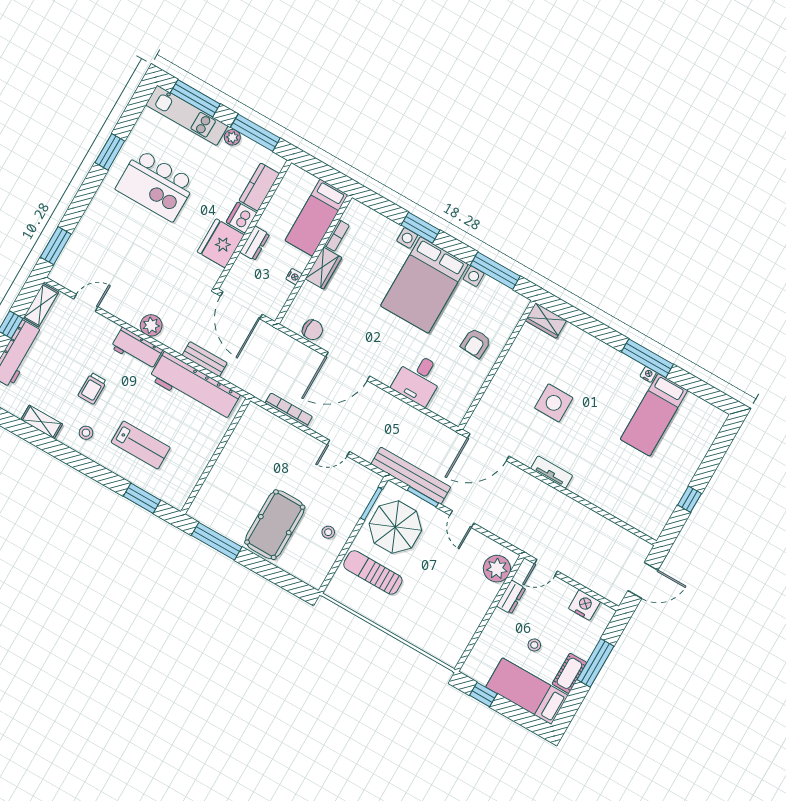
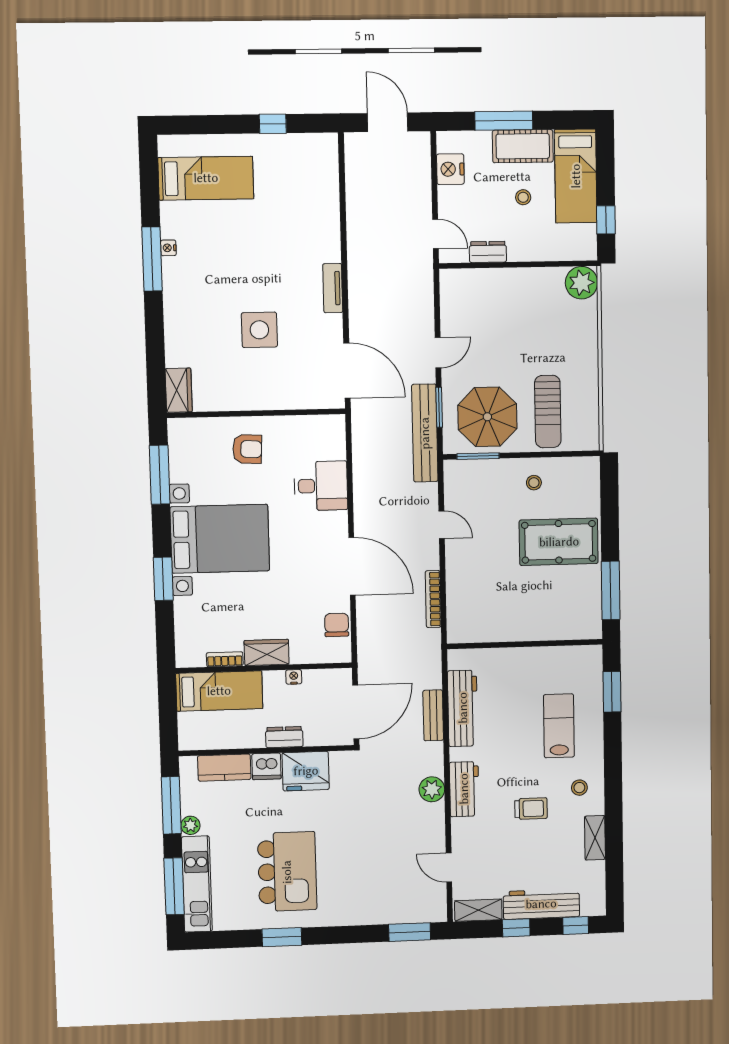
workbench: (195, 387) -> (463, 708), width x0.73, depth x0.76
bed: (654, 415) -> (206, 178), moved
plant: (497, 569) -> (582, 283), moved
cot: (569, 673) -> (523, 146), width x1.37, depth x1.34

